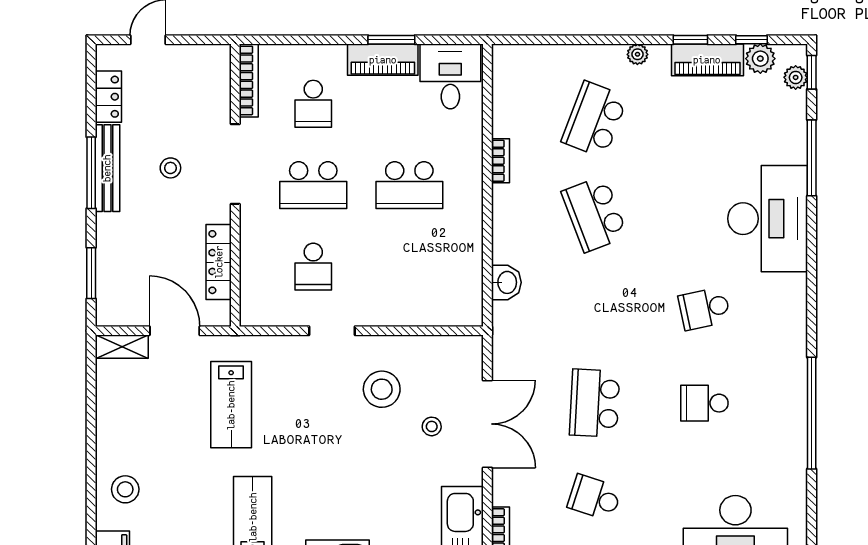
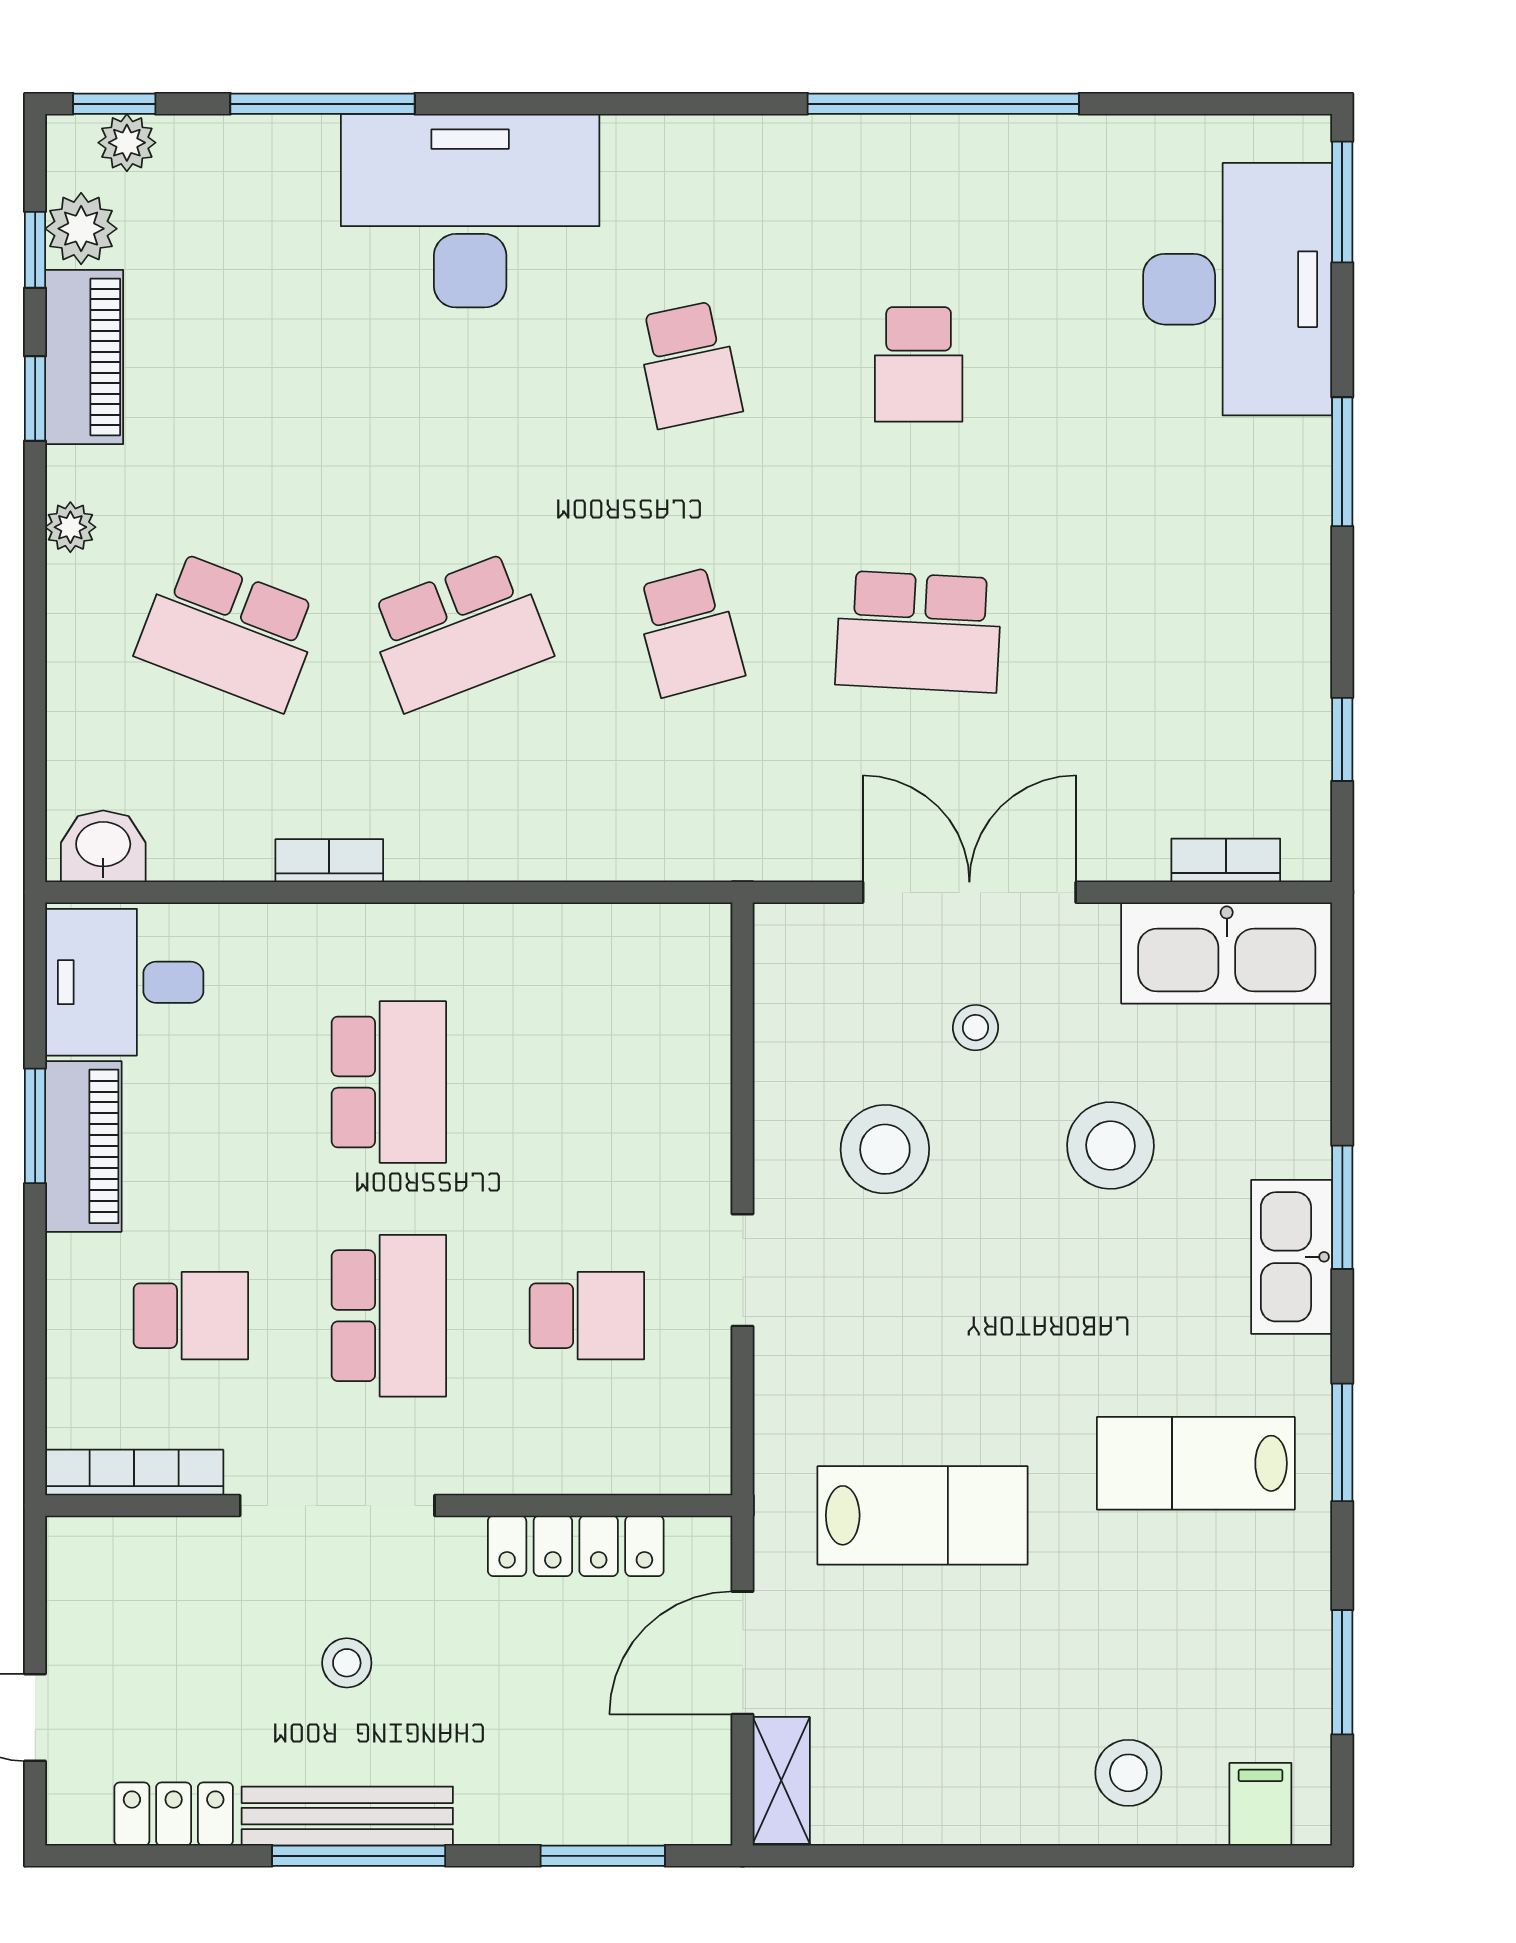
washbasin: (506, 282) -> (103, 846), moved
stool: (383, 482) -> (1110, 1145), added
school desk: (595, 498) -> (689, 632), moved, turned -33

